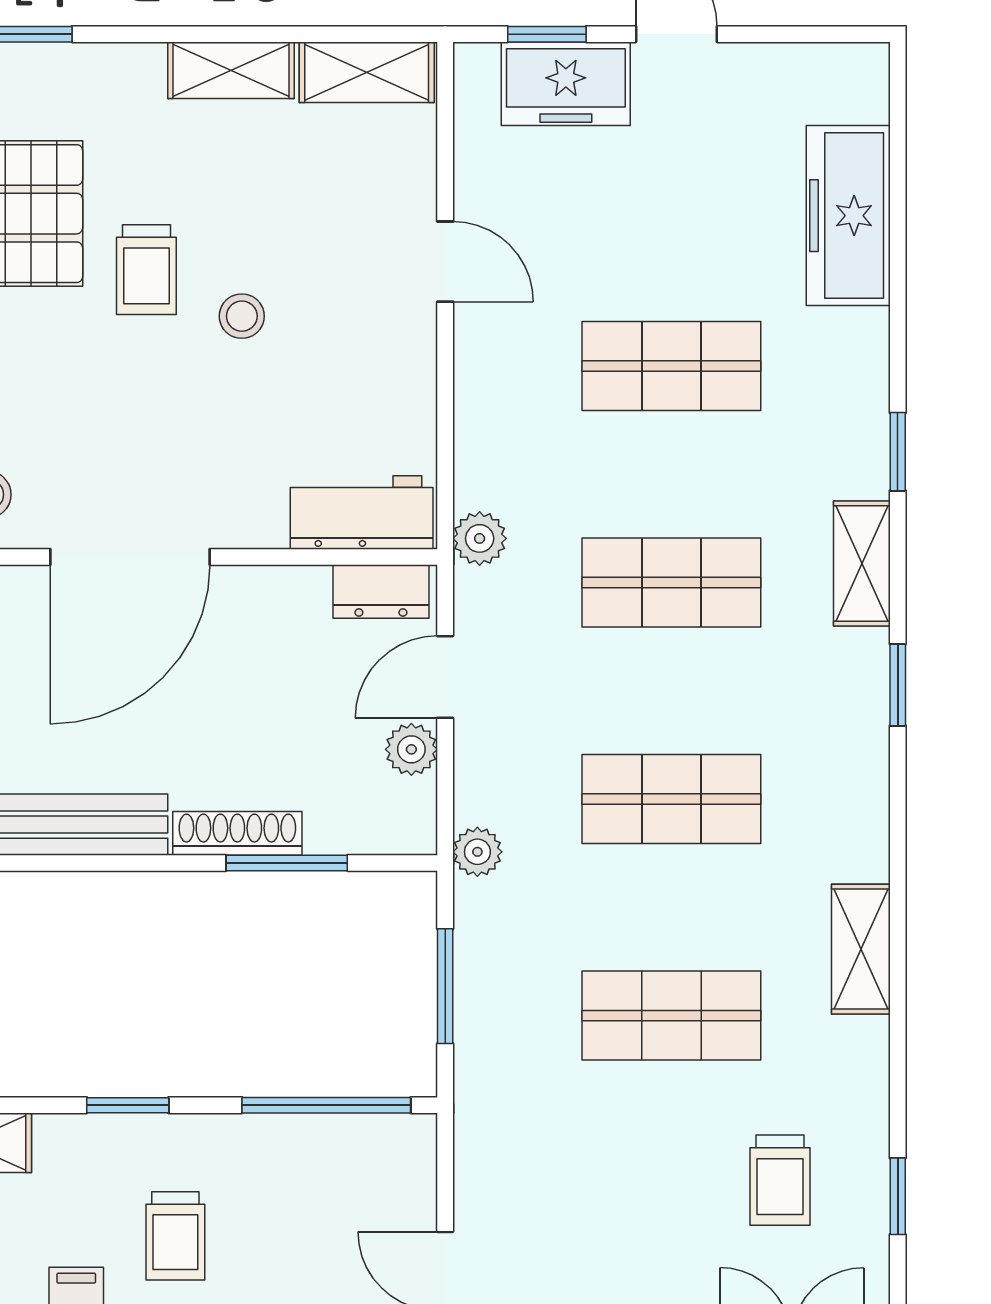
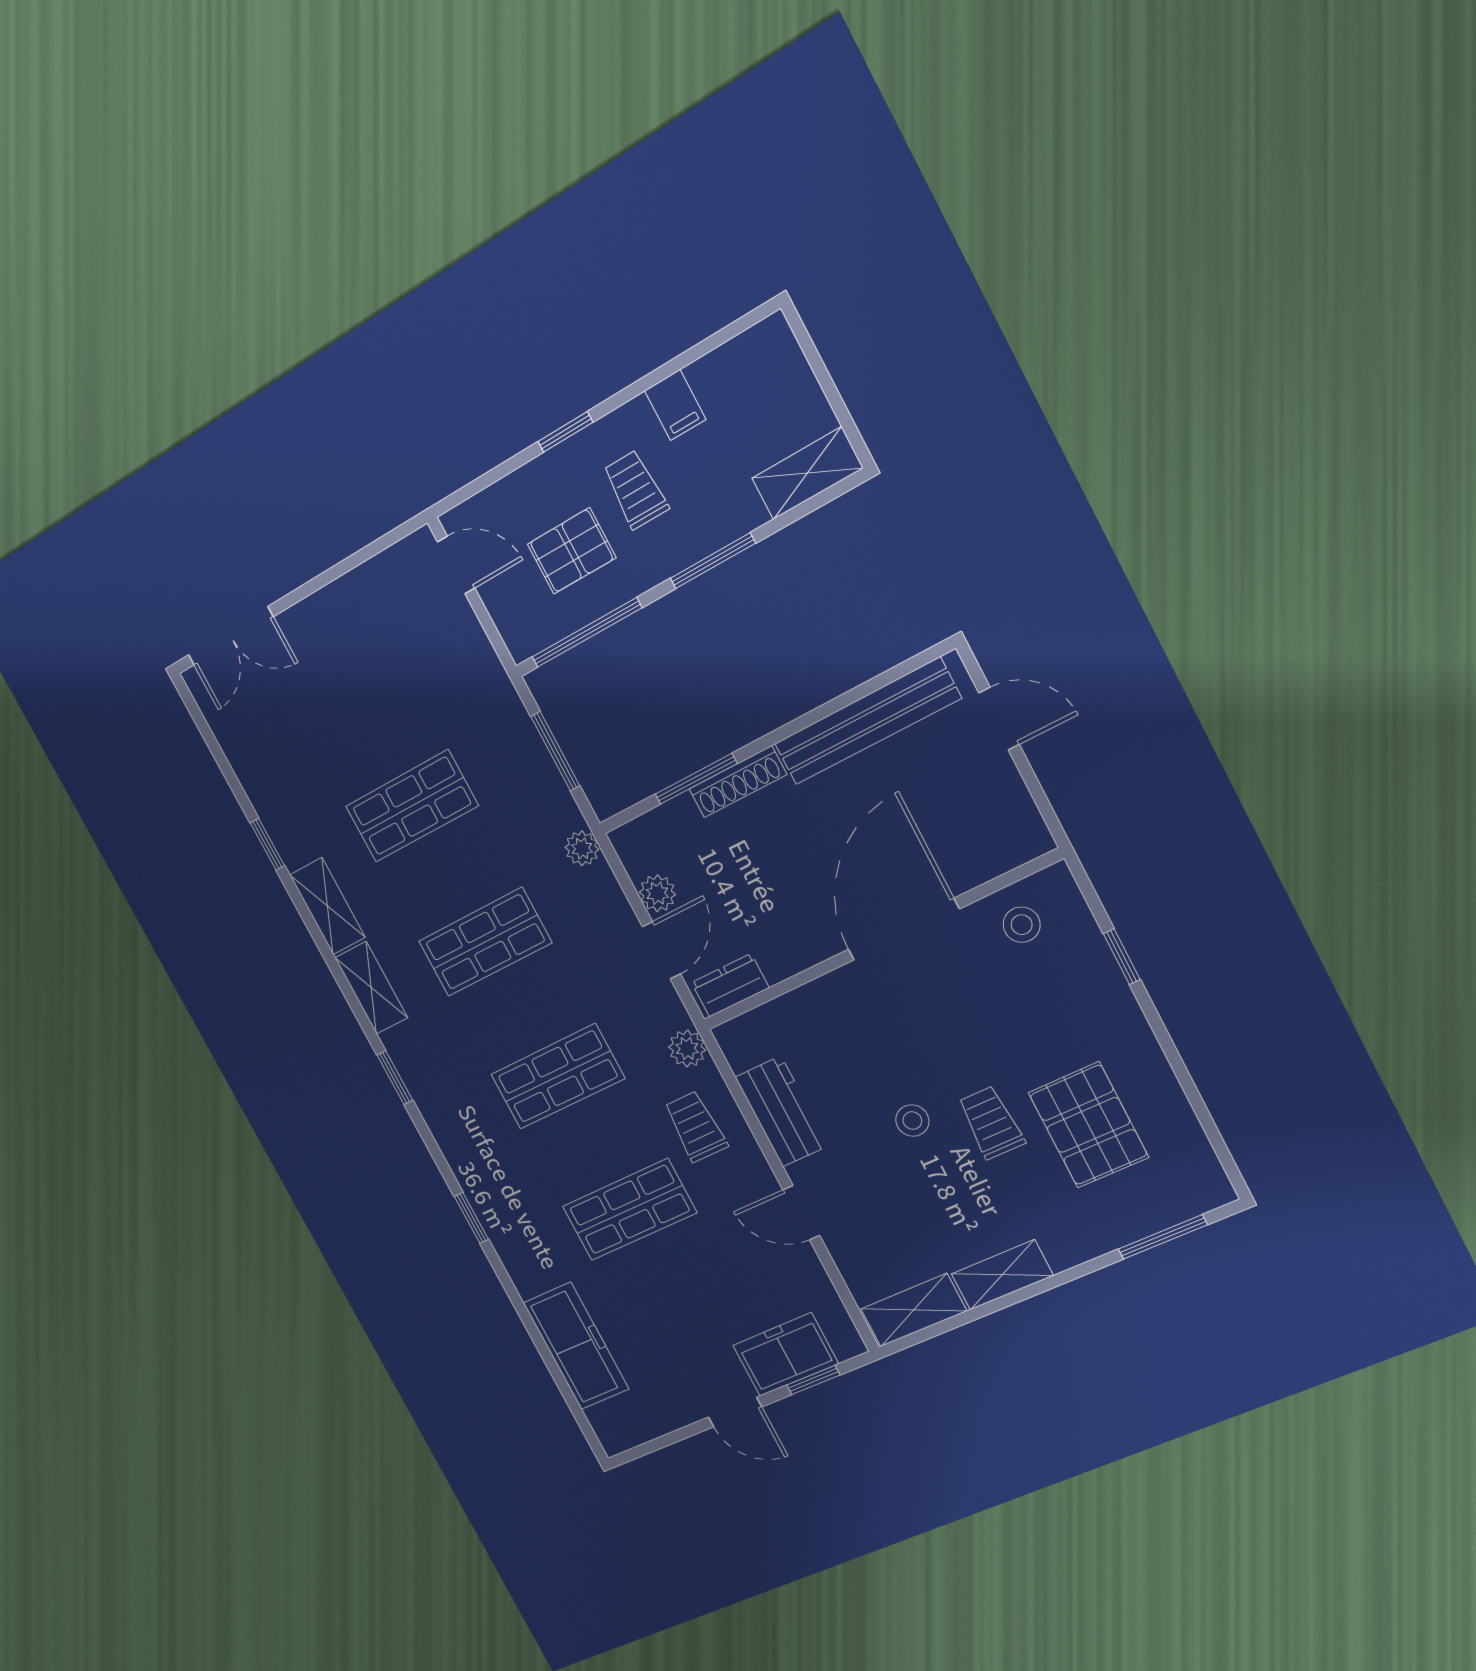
workbench: (362, 512) -> (782, 1112), moved, turned -90
shelving: (862, 564) -> (371, 988), moved
window: (128, 1105) -> (713, 561), width x1.50
trolley: (780, 1180) -> (696, 1127), moved
window: (898, 1196) -> (267, 844), moved
pallet: (292, 1209) -> (572, 551), added

